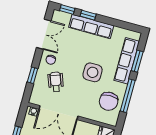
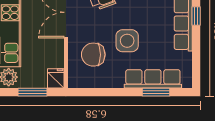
window: (128, 96) -> (110, 92), removed
chair: (109, 101) -> (93, 55), moved

